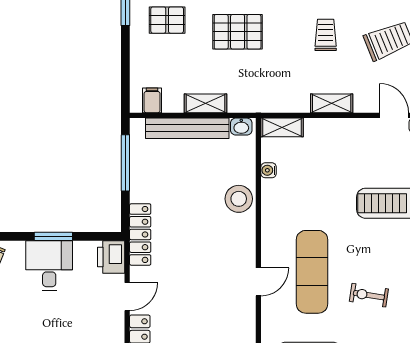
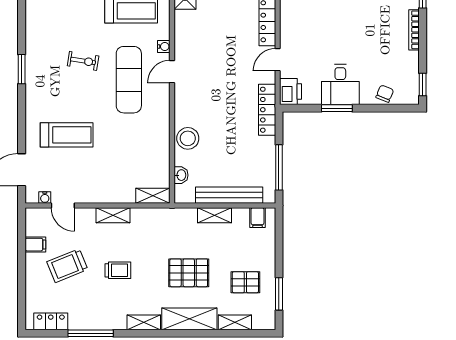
trolley: (326, 35) -> (118, 270), turned -90
washbasin: (241, 127) -> (181, 175), moved, turned 90
water cooler: (269, 170) -> (164, 46), moved

